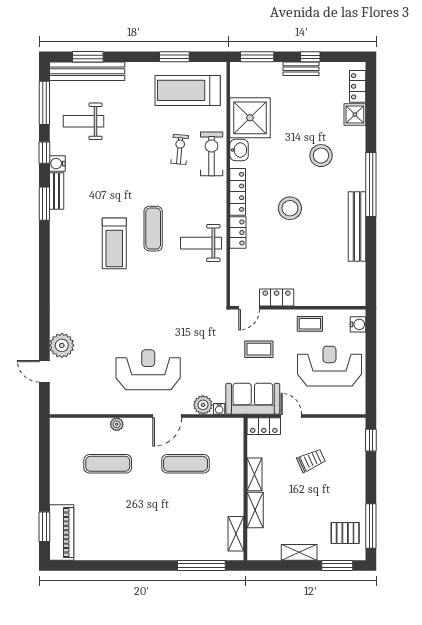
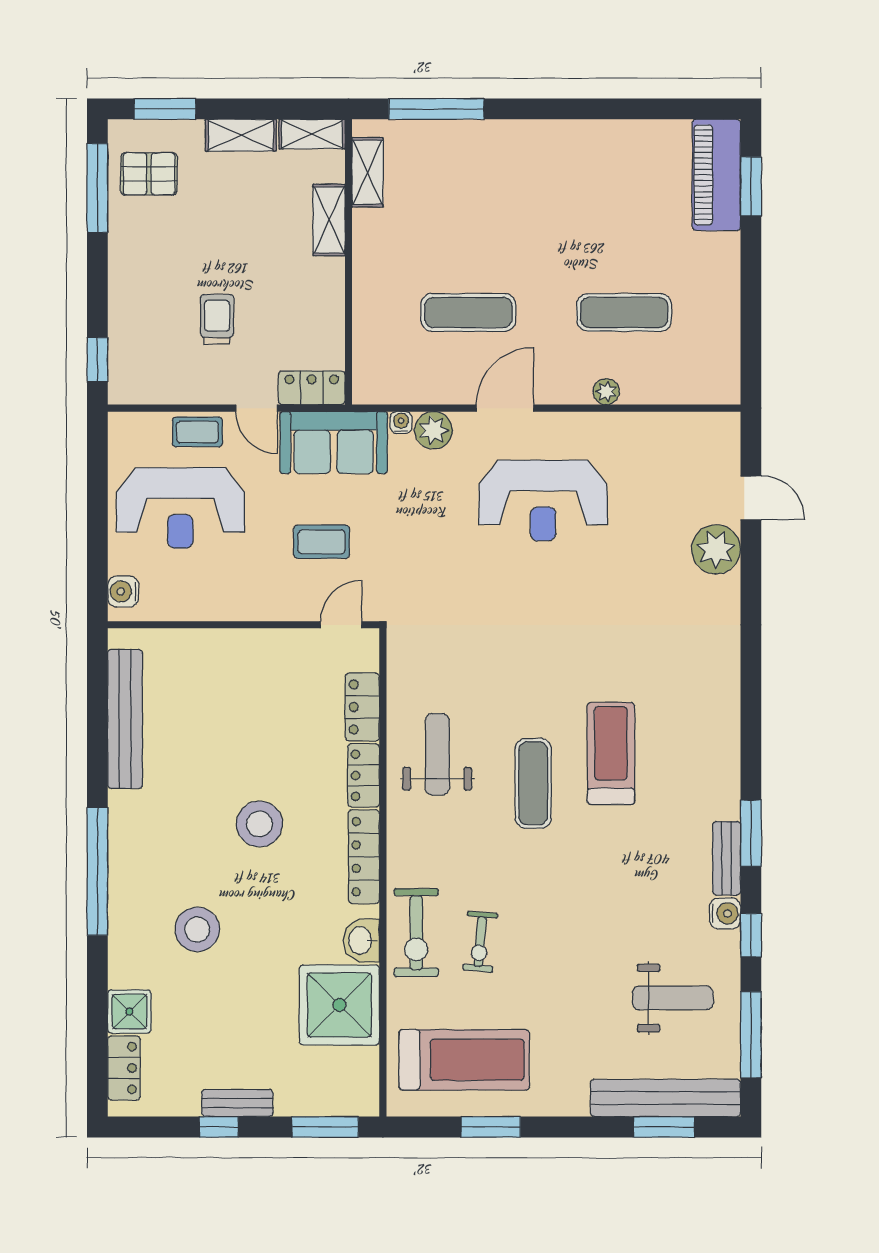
bench: (357, 226) -> (125, 719), moved
weight bench: (201, 243) -> (437, 754), turned -90
locker: (277, 297) -> (362, 707), moved, turned 90
coffee table: (310, 324) -> (197, 432), moved
trolley: (311, 460) -> (217, 319), turned 114
shelving: (255, 474) -> (312, 134), moved, turned 90

